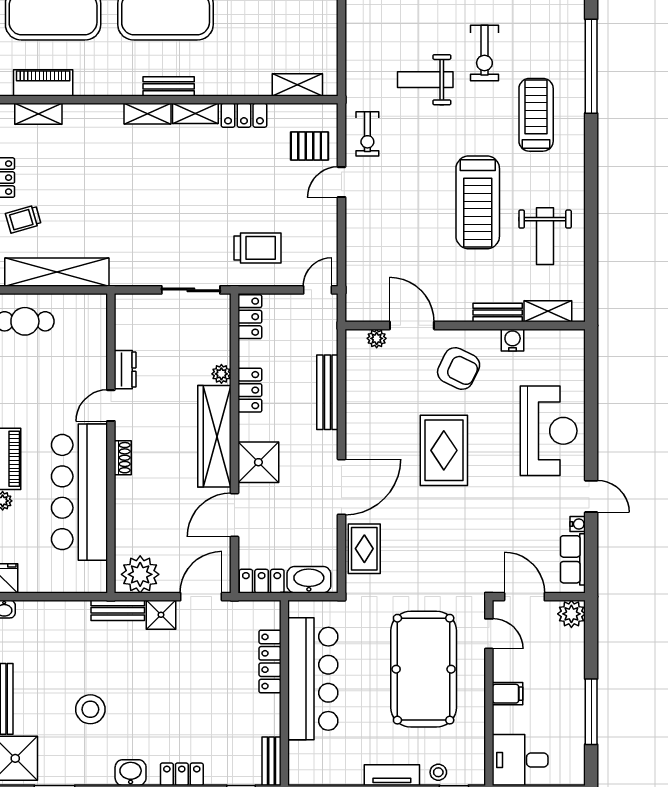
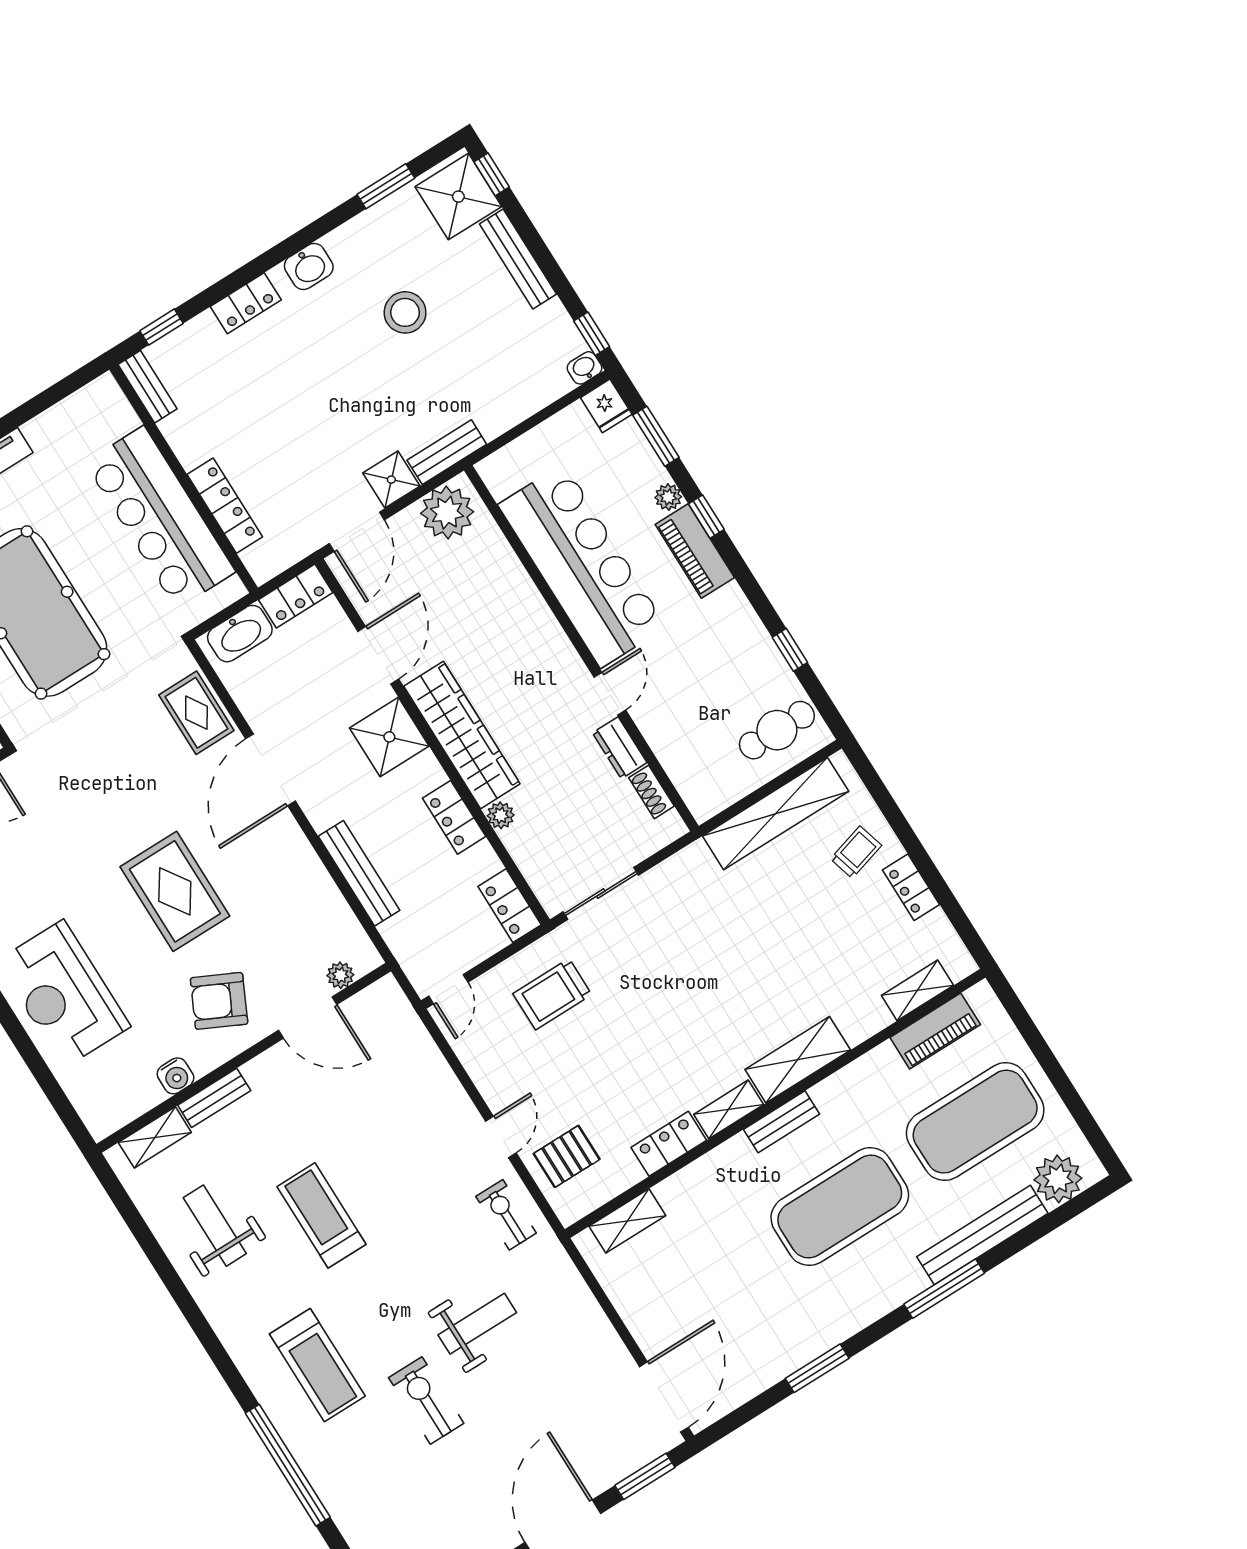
shelving: (147, 114) -> (798, 1060), width x1.50, depth x1.33
treadmill: (478, 202) -> (321, 1215), width x0.73, depth x0.73
shoe rack: (123, 458) -> (652, 792), moved

